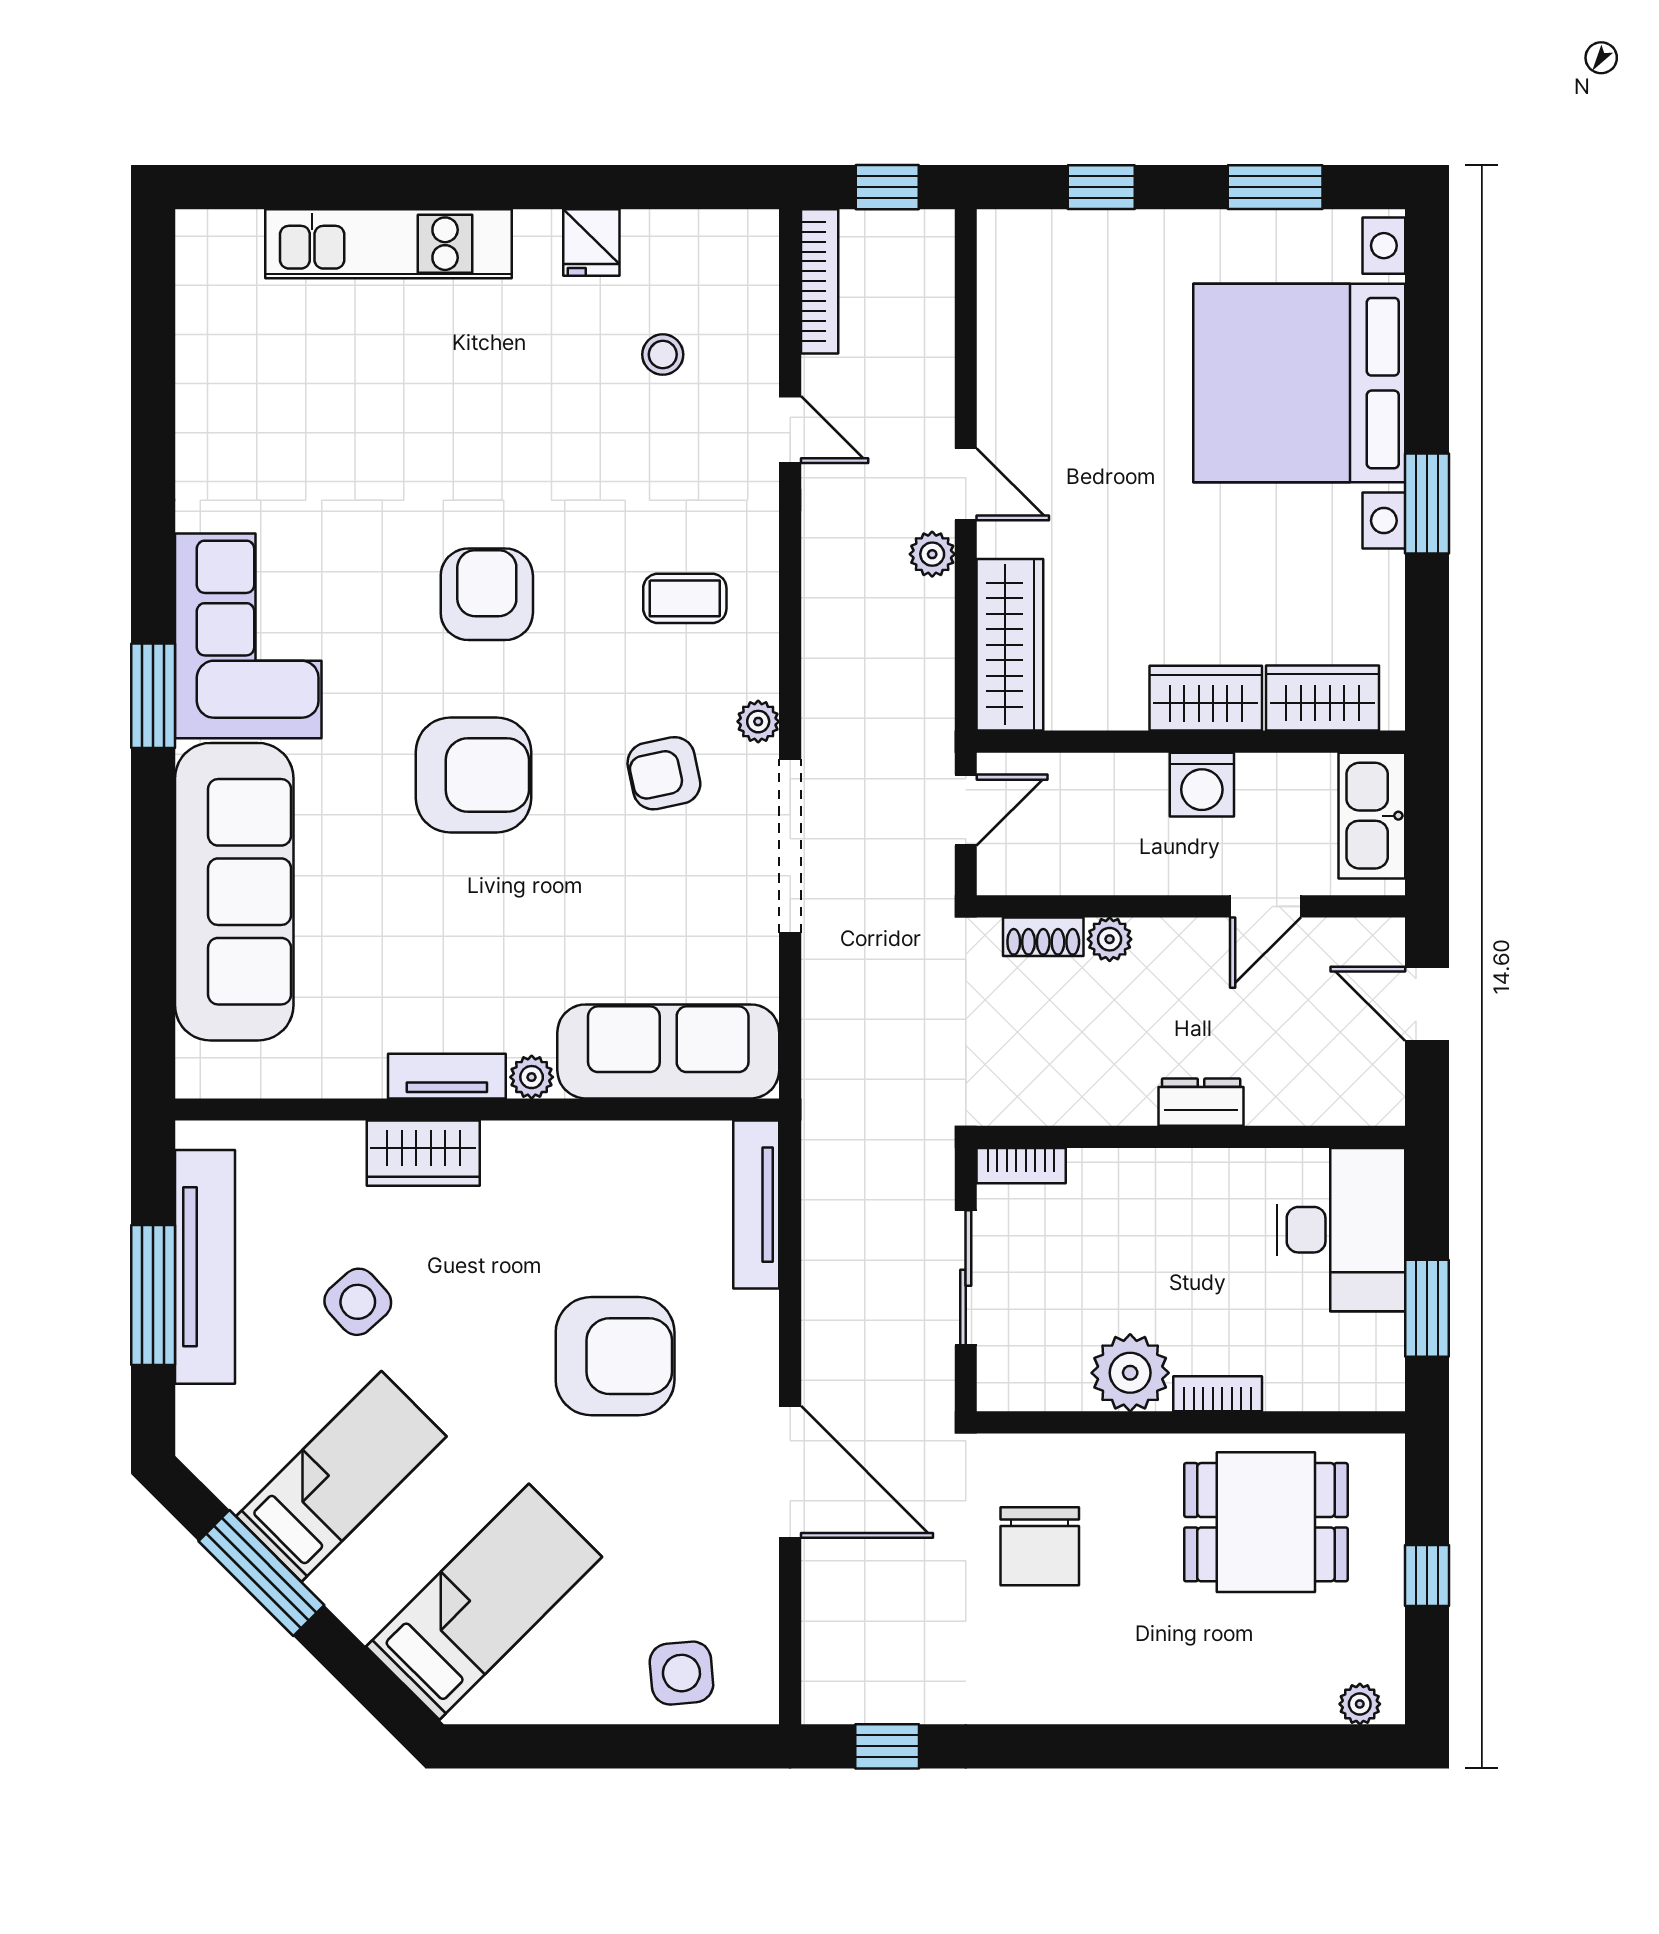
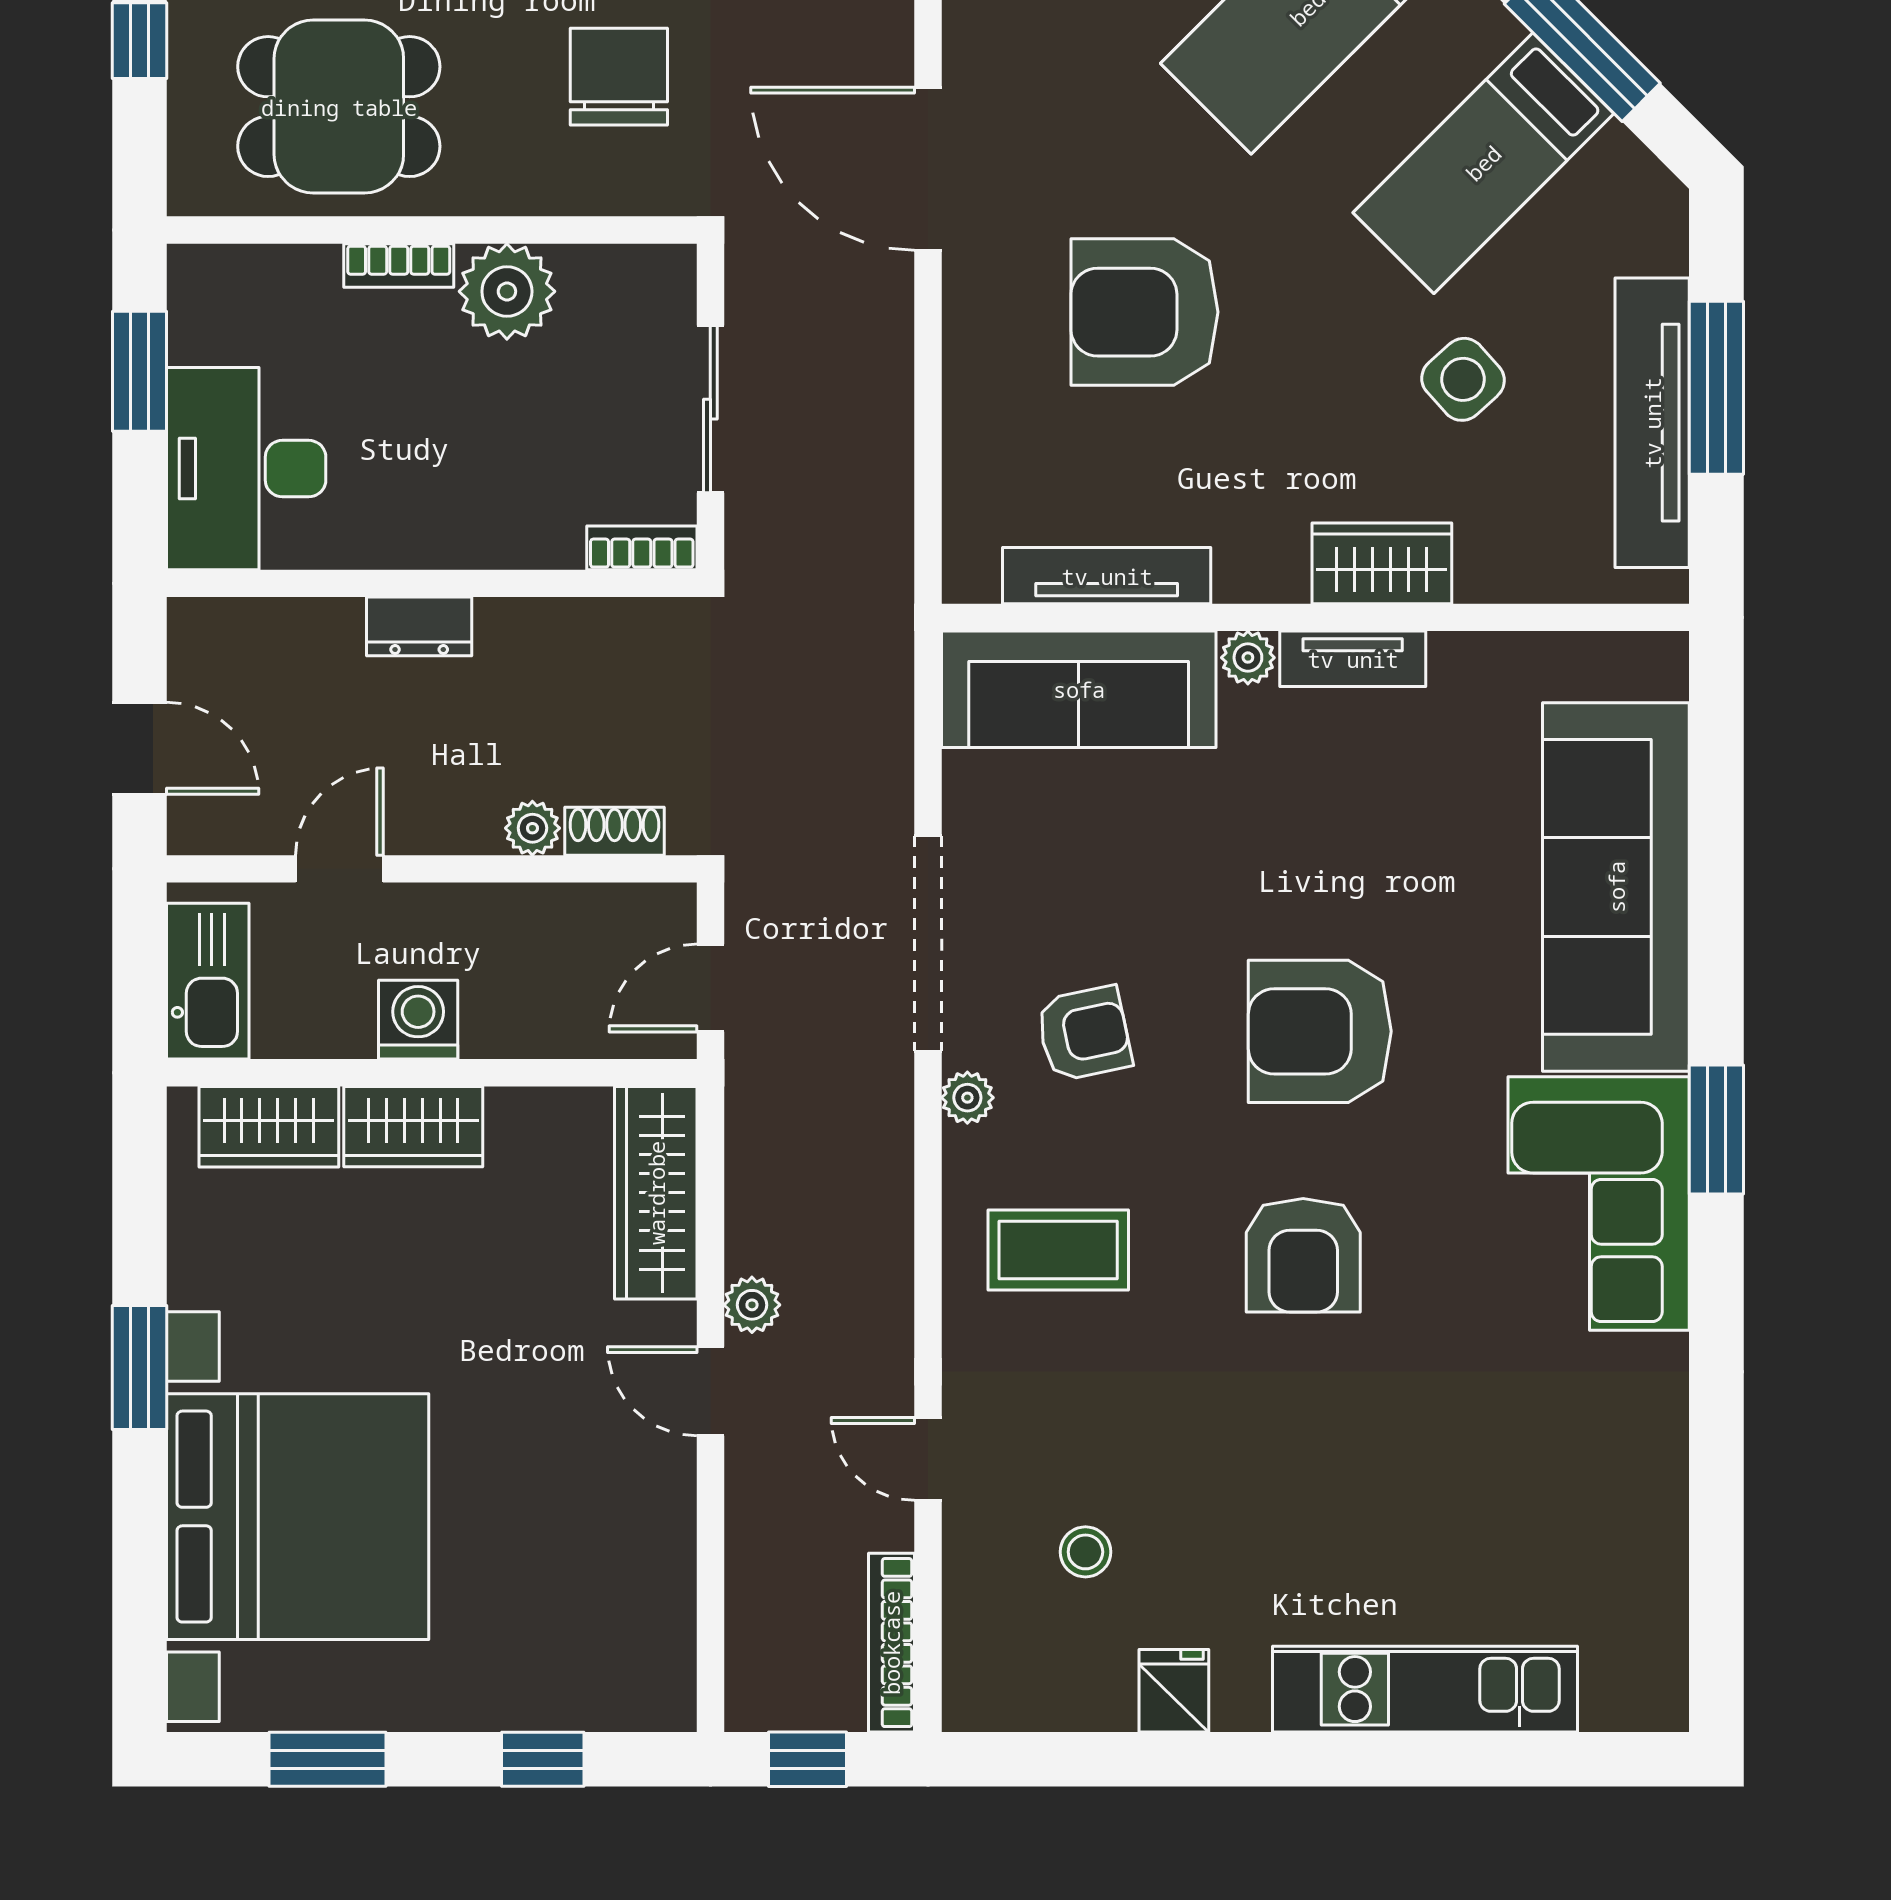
coffee table: (685, 598) -> (1058, 1250), width x1.36, depth x1.30
tv unit: (756, 1205) -> (1107, 576), moved, turned -90

